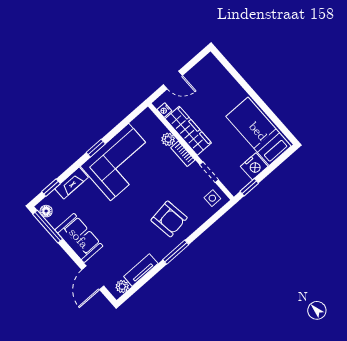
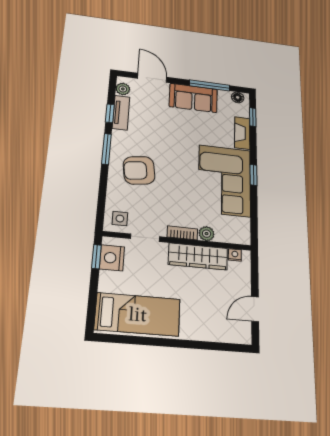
door: (173, 80) -> (255, 309), moved
nightstand: (254, 166) -> (112, 258), moved
window: (48, 227) -> (210, 85), moved
window: (149, 276) -> (110, 113), added

